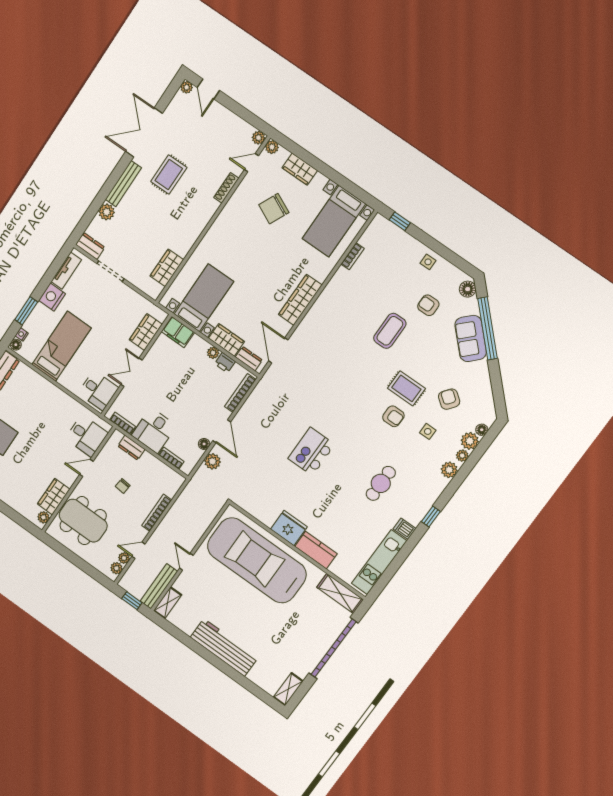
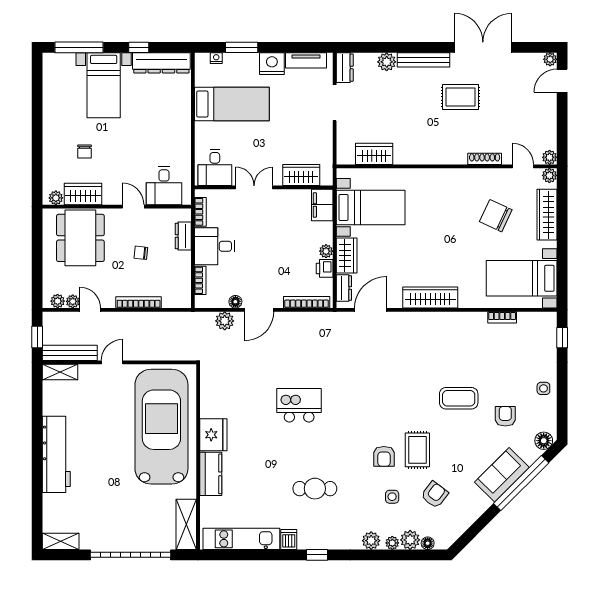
wardrobe: (300, 169) -> (547, 215), width x1.50
floor lamp: (16, 345) -> (203, 59), removed
chair: (25, 474) -> (84, 152), added

